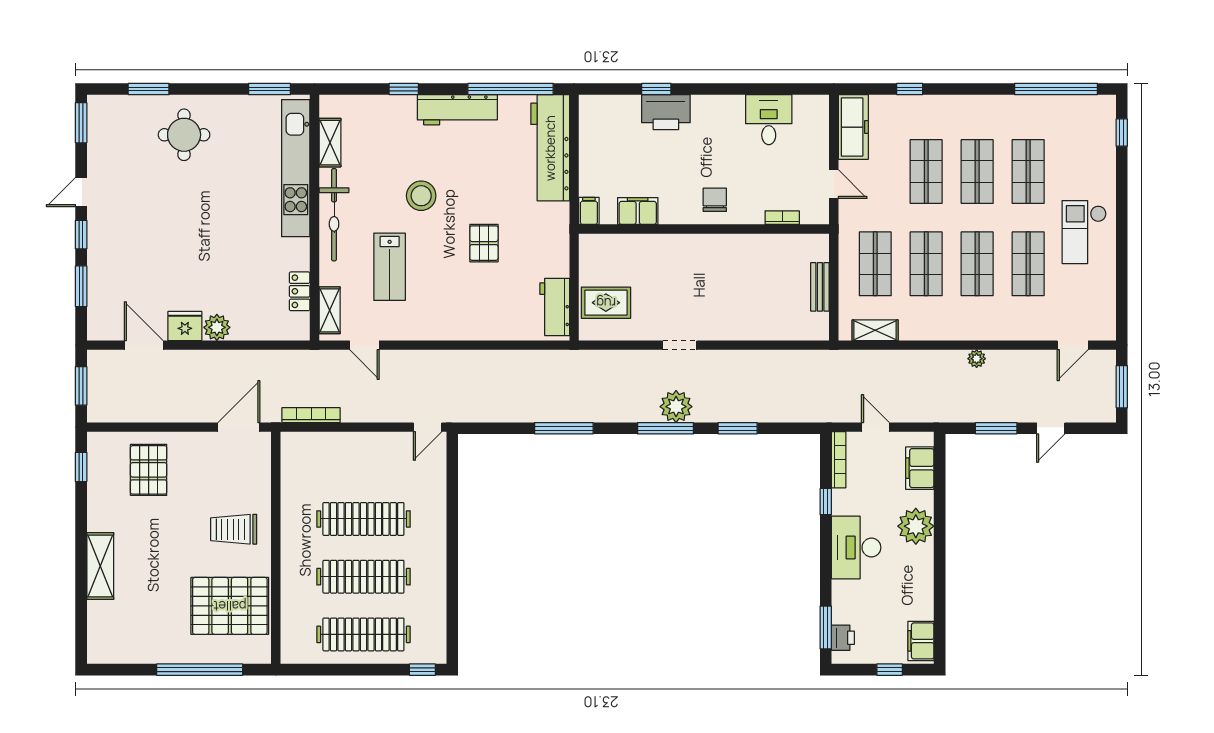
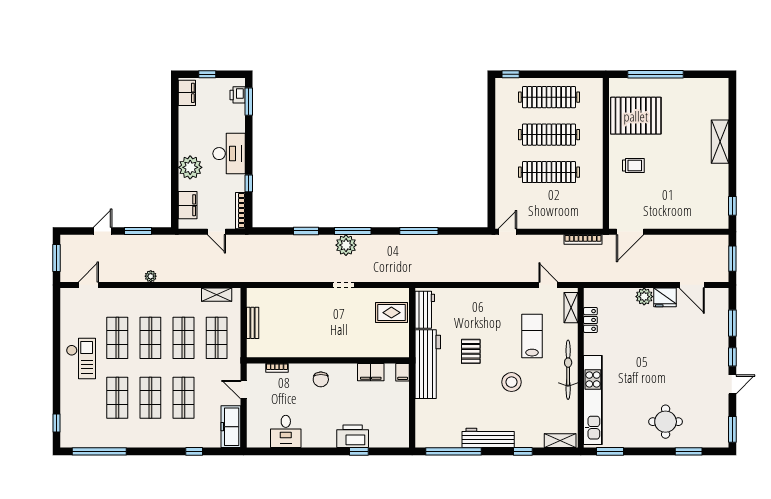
shelving: (330, 143) -> (560, 441), moved, turned 90
workbench: (550, 148) -> (428, 364), moved
pallet: (149, 470) -> (689, 204), removed
trolley: (234, 529) -> (633, 165), width x0.73, depth x0.72

